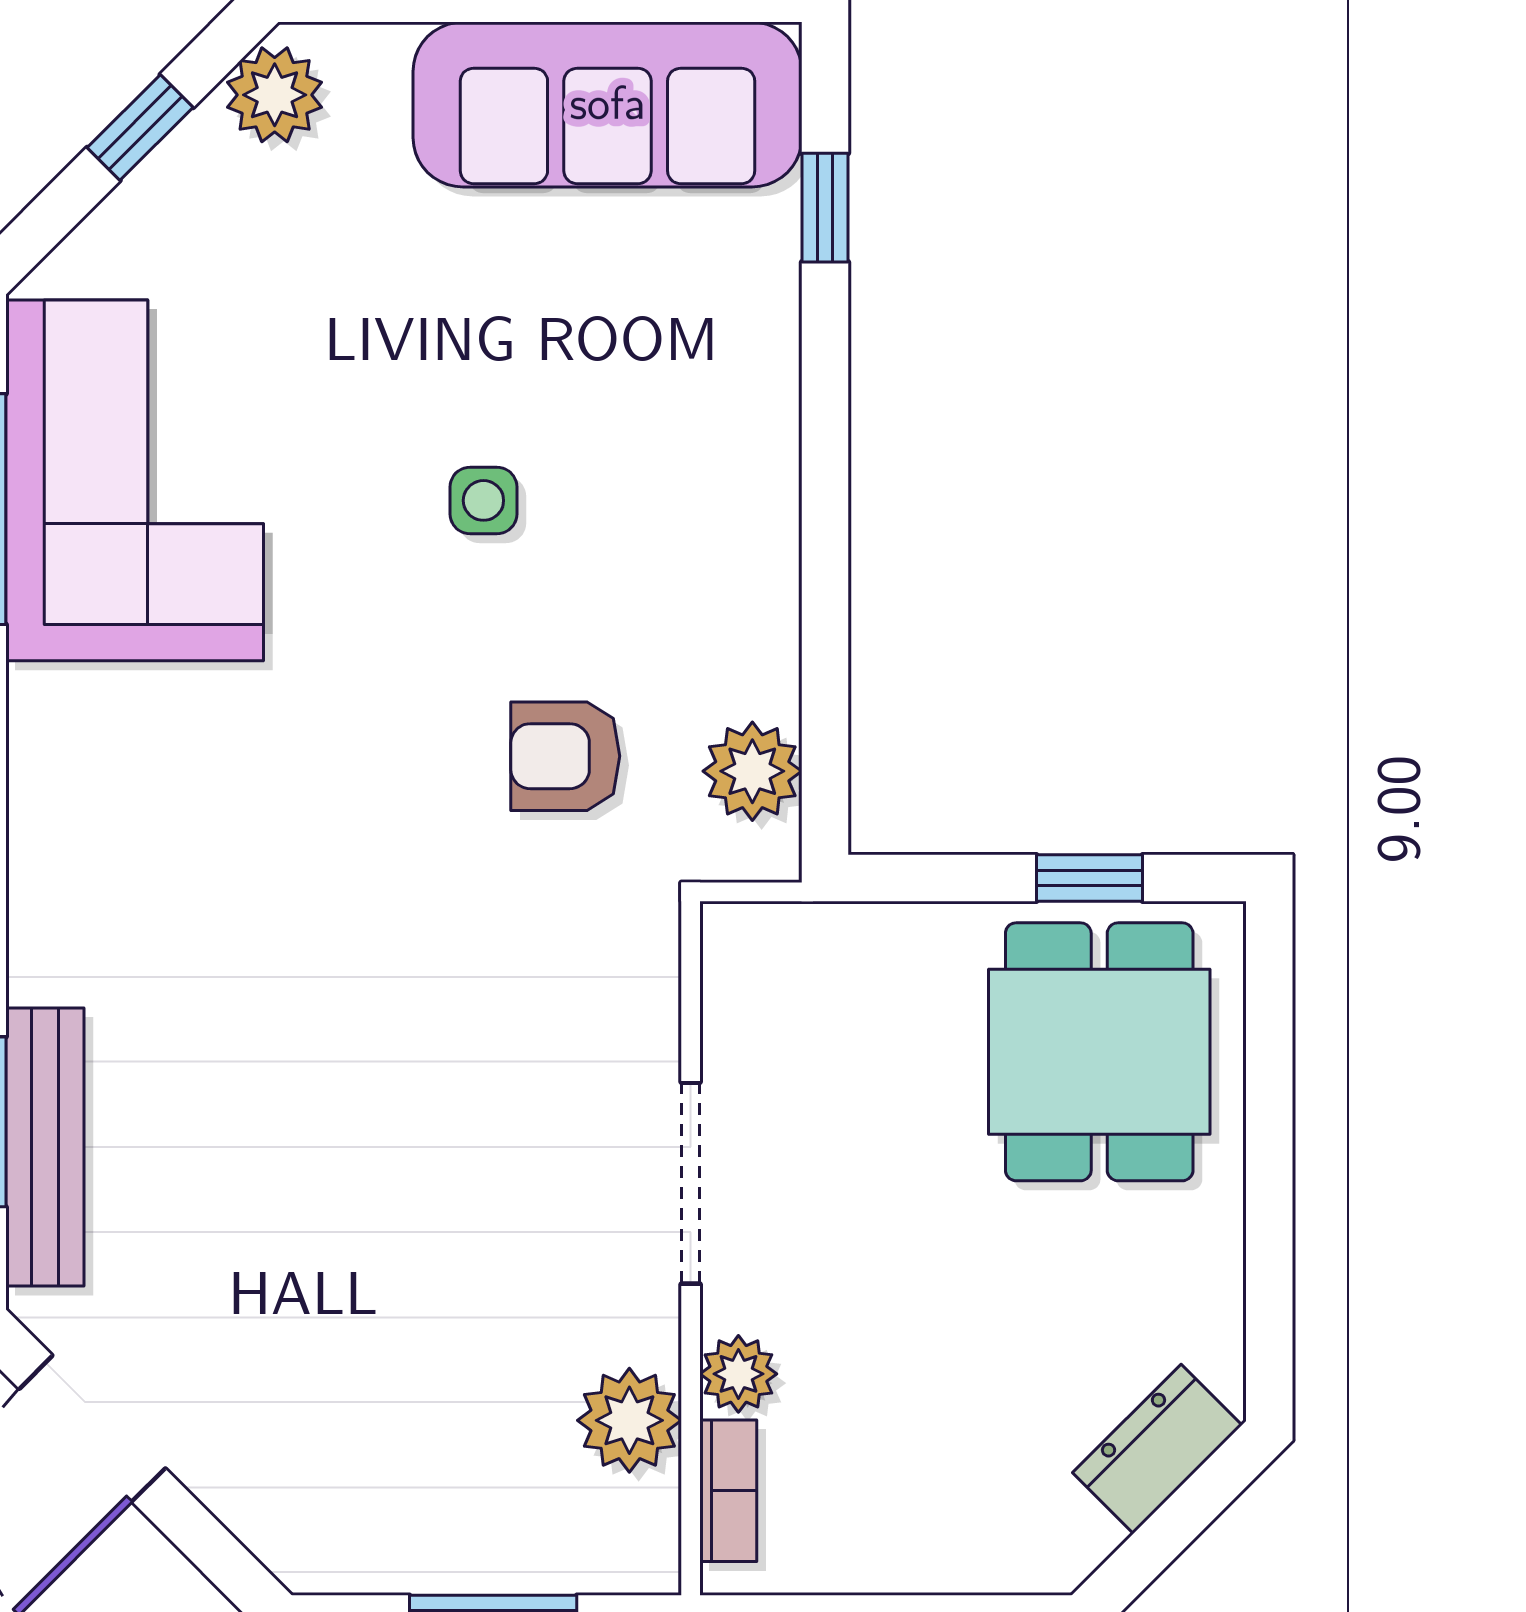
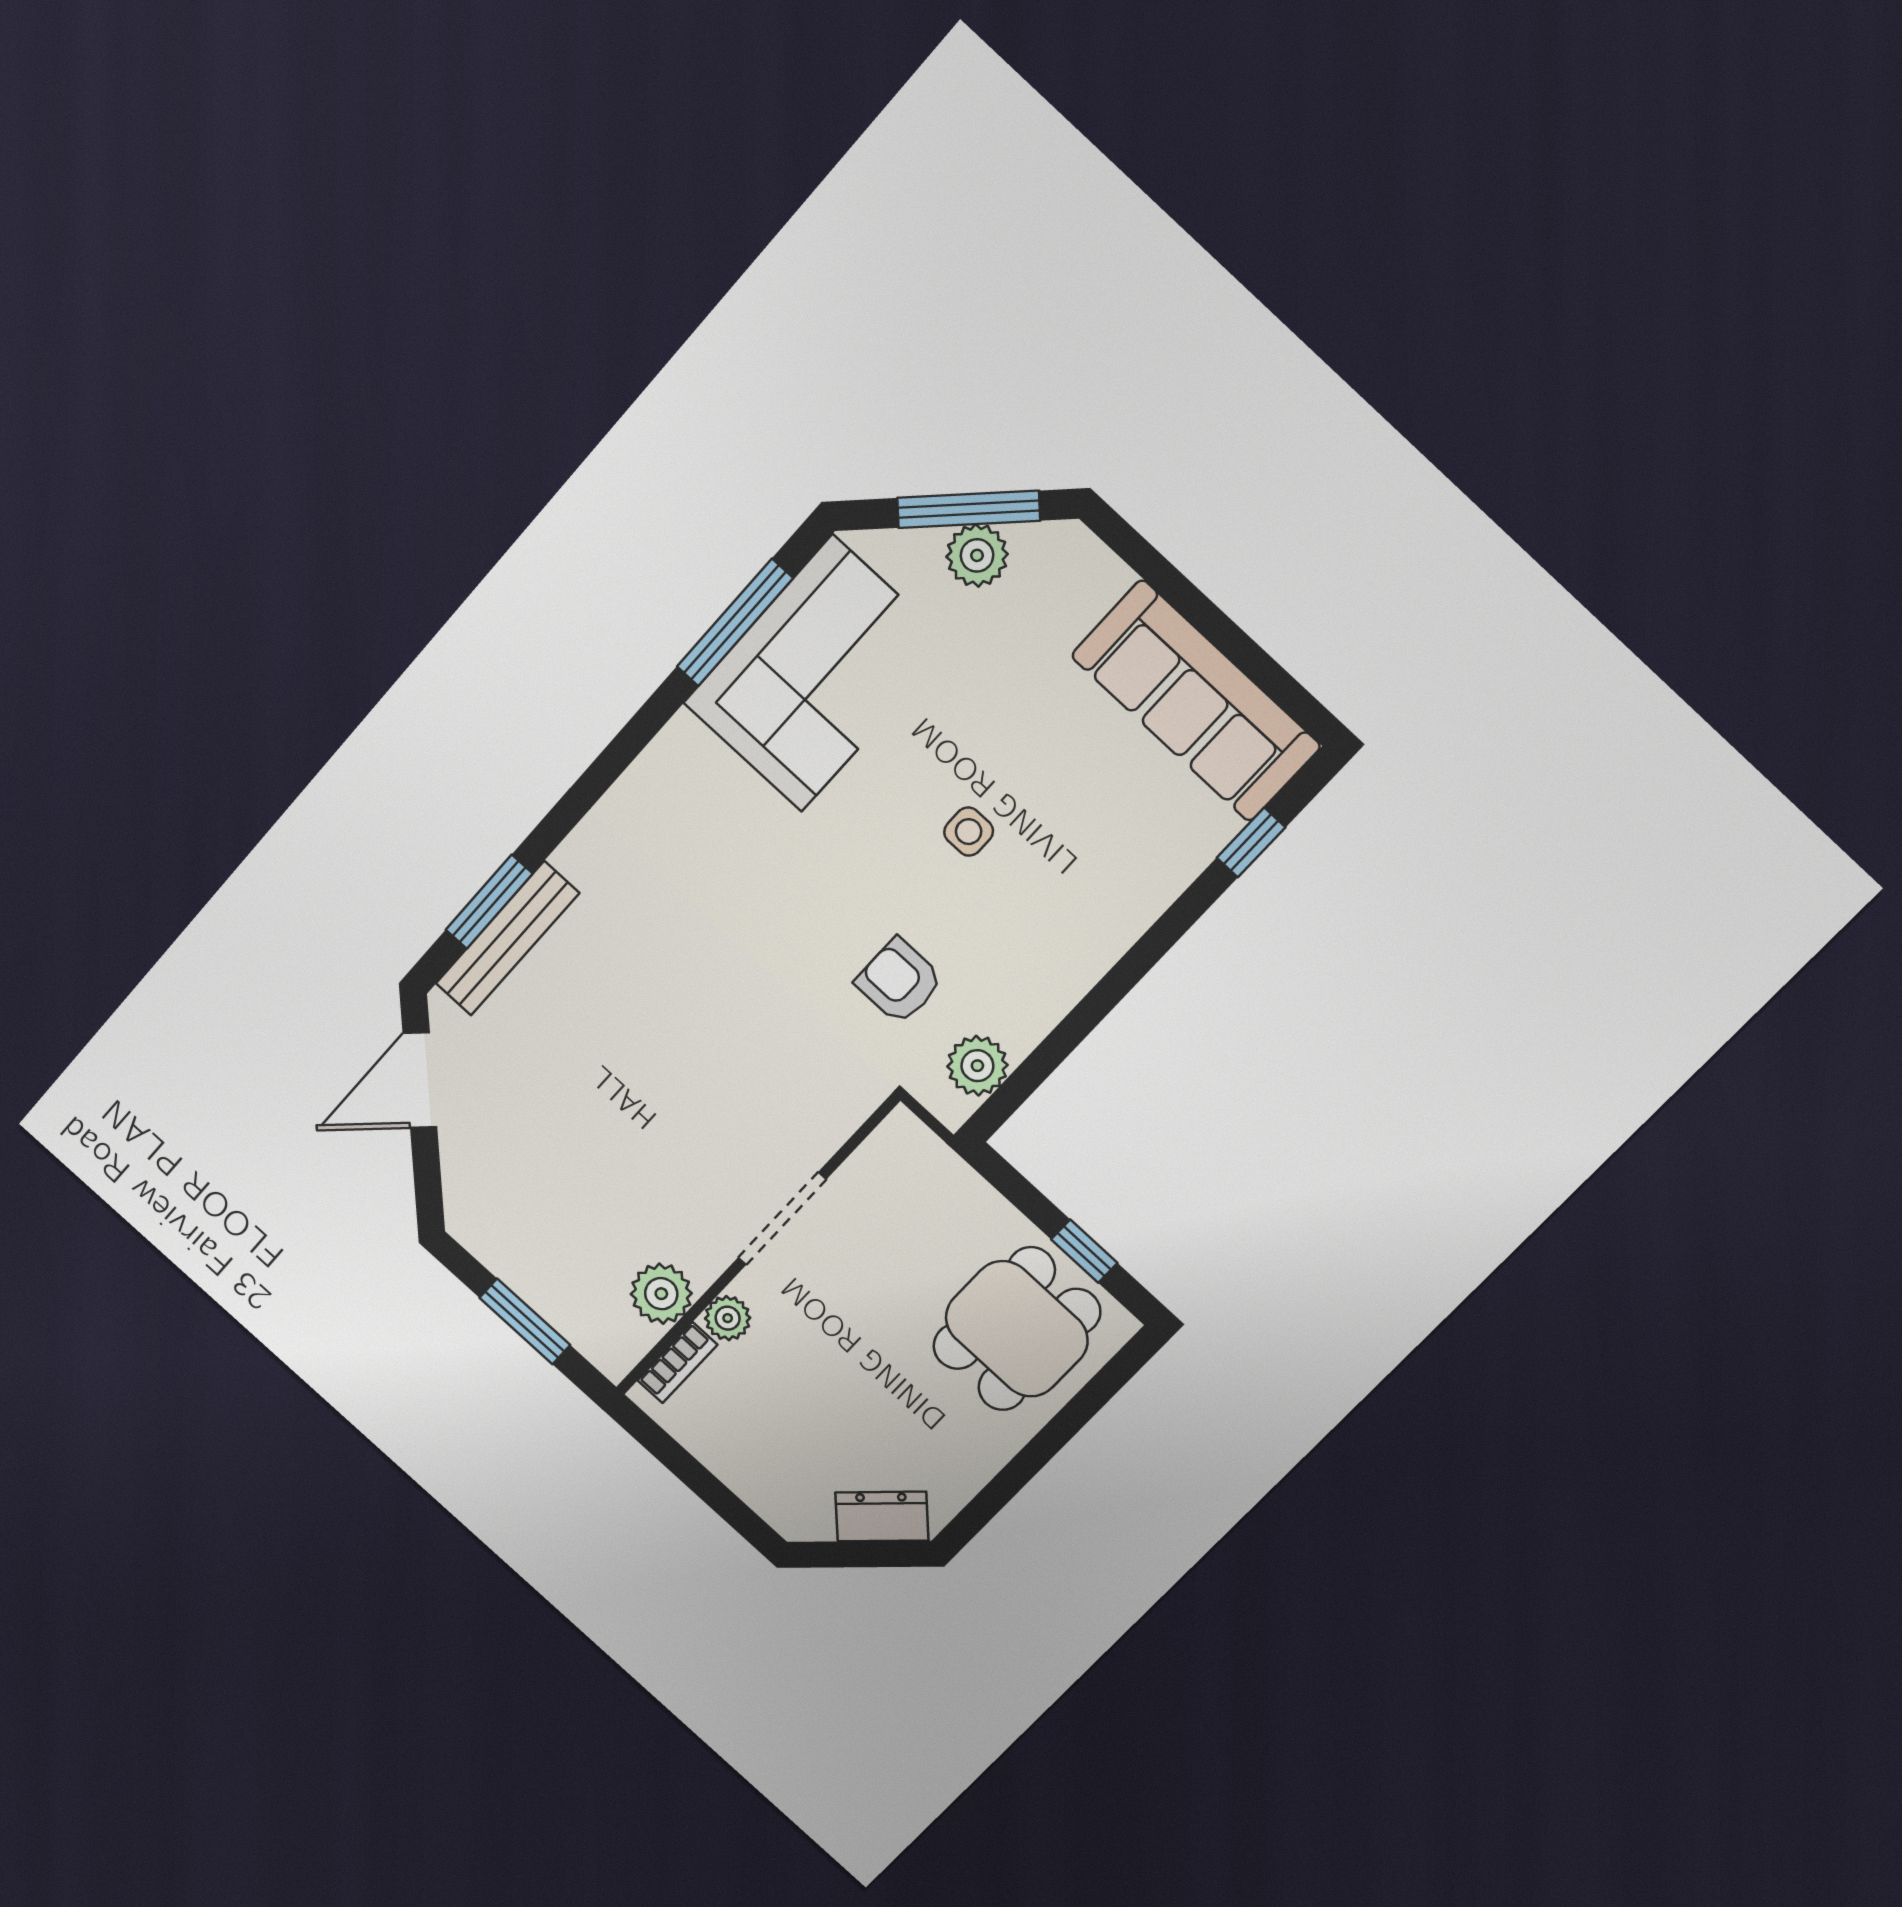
plant: (275, 95) -> (977, 555), moved
window: (140, 127) -> (969, 509), width x2.17

